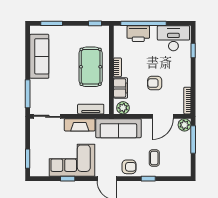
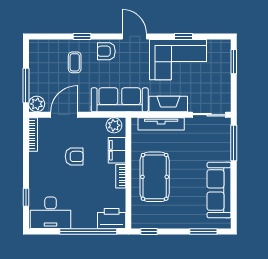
printer: (138, 34) -> (112, 219), moved
tv unit: (91, 109) -> (161, 124), width x1.41

